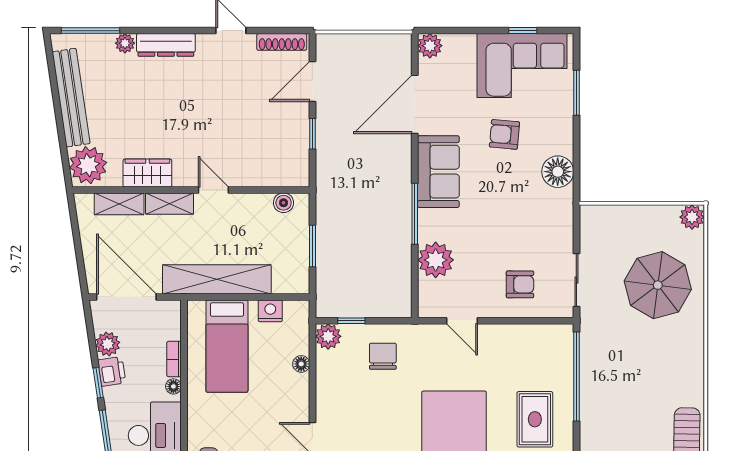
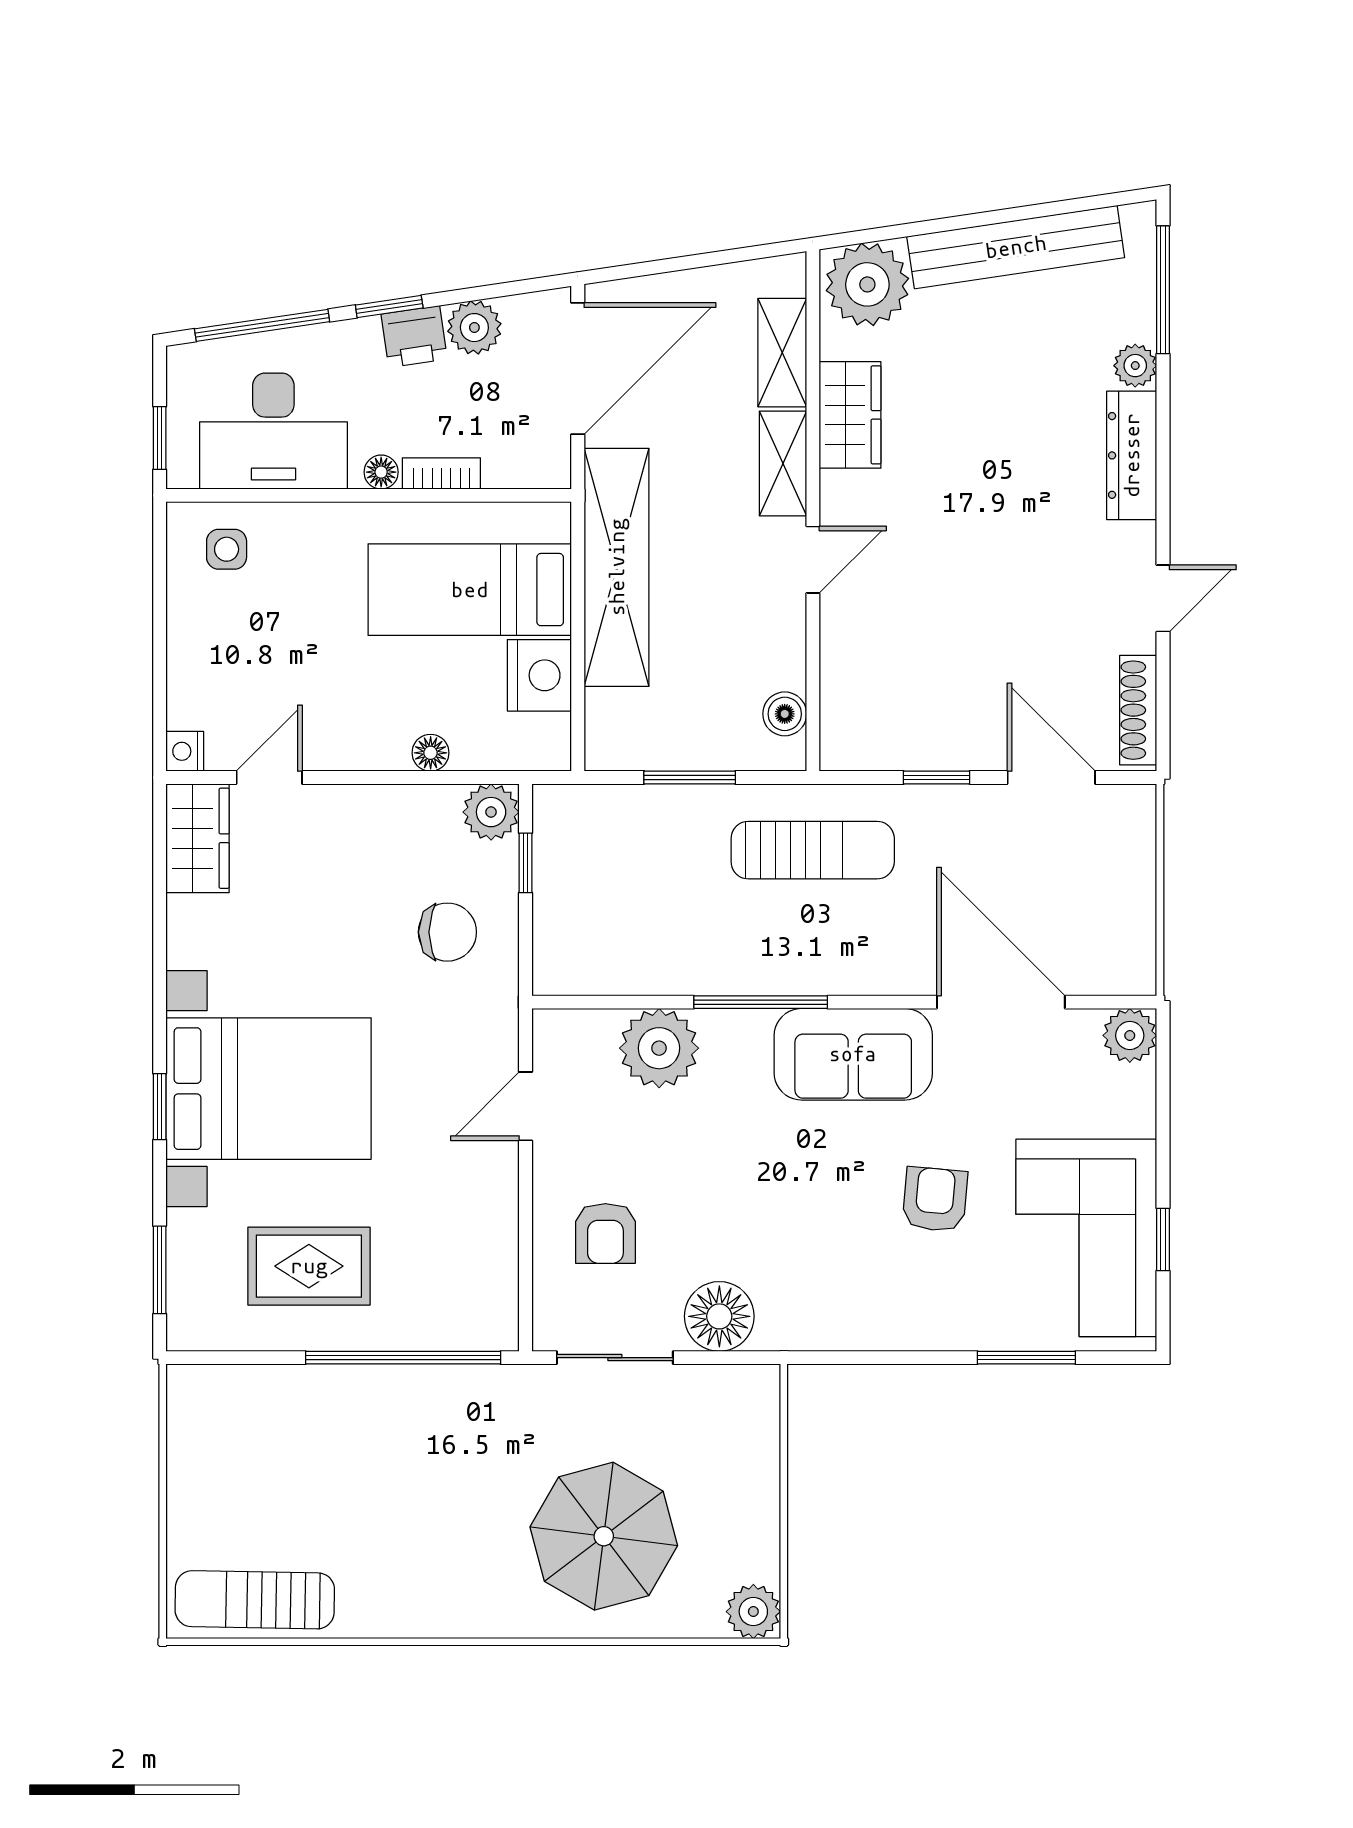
floor lamp: (558, 172) -> (719, 1316), moved
sun lounger: (346, 190) -> (813, 850), added
nightstand: (270, 311) -> (539, 675), width x1.36, depth x1.33

